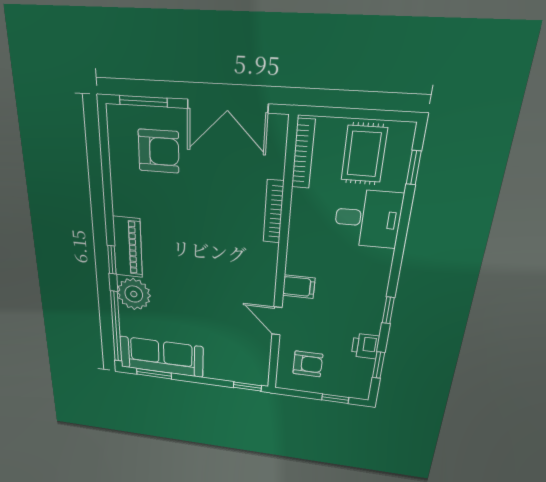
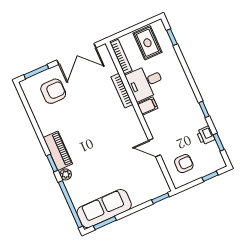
desk: (368, 219) -> (145, 82), moved, turned 180
filing cabinet: (299, 287) -> (147, 106), moved
plant: (134, 294) -> (66, 174), width x0.53, depth x0.53

